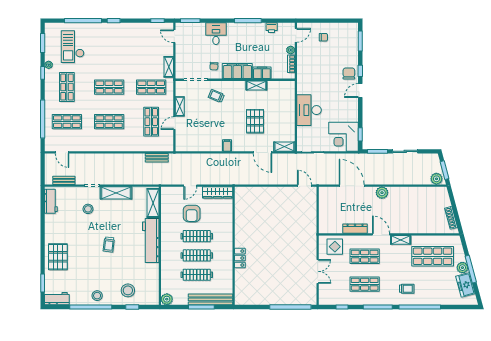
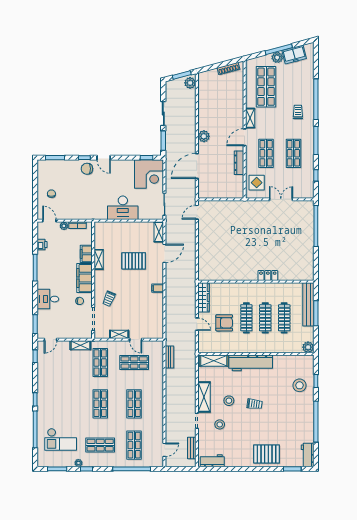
stool: (97, 296) -> (229, 401), moved

